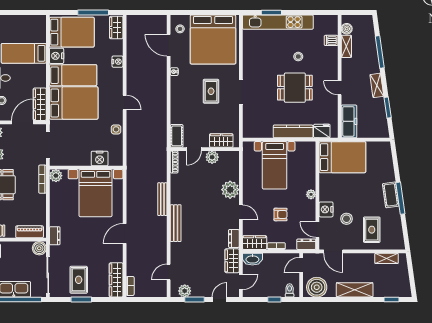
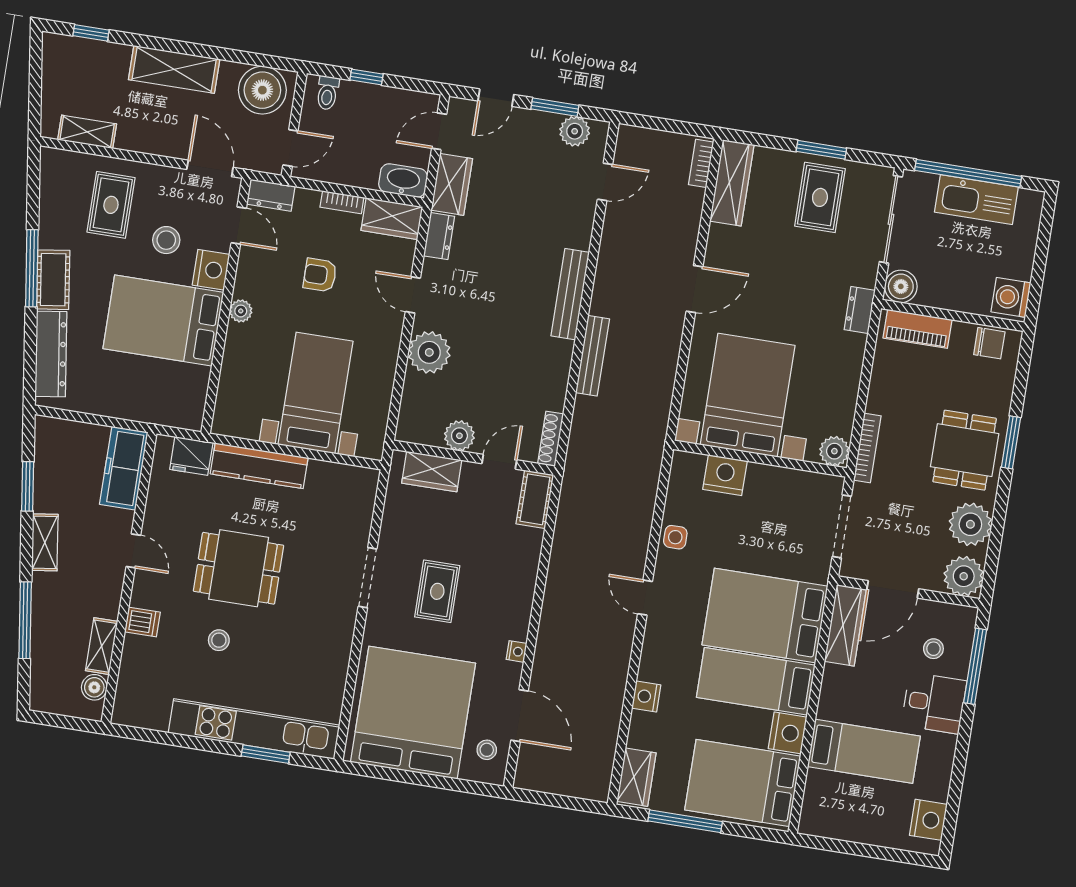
dishwasher: (331, 40) -> (142, 622), moved
bed: (342, 157) -> (163, 320), moved
dresser: (387, 164) -> (51, 354), added

